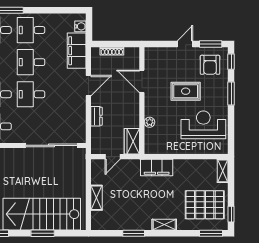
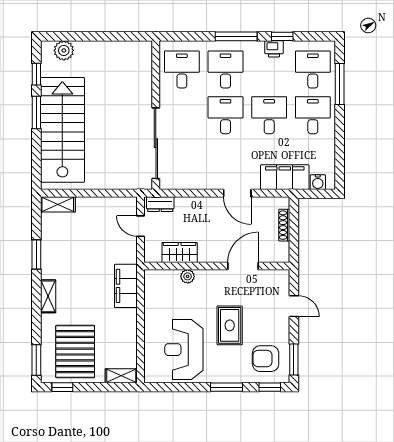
door: (185, 44) -> (294, 306), moved
dresser: (96, 116) -> (160, 204), moved
reception desk: (203, 125) -> (184, 350), turned 180
wardrobe: (132, 141) -> (180, 252), moved
shelving: (97, 198) -> (58, 204), moved
window: (43, 233) -> (36, 112), moved

